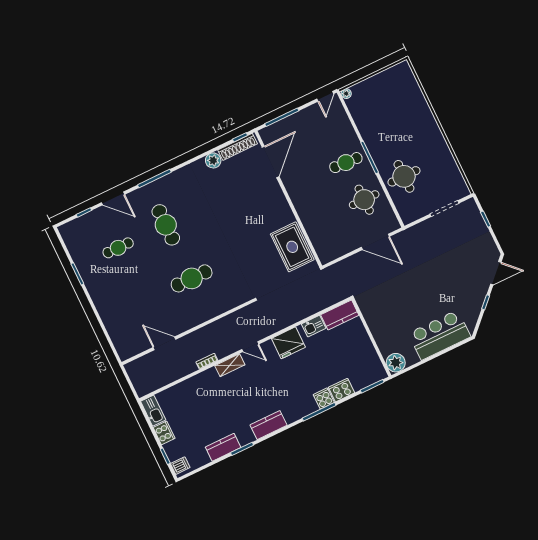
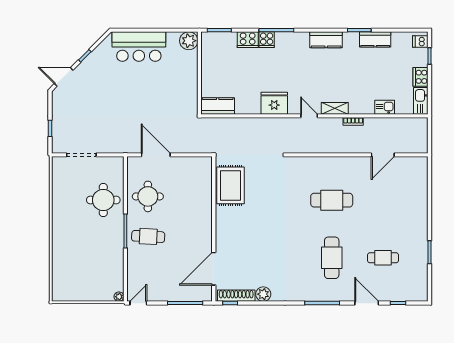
kitchen sink: (314, 326) -> (385, 107), moved
door: (164, 343) -> (383, 155), hinge flipped

